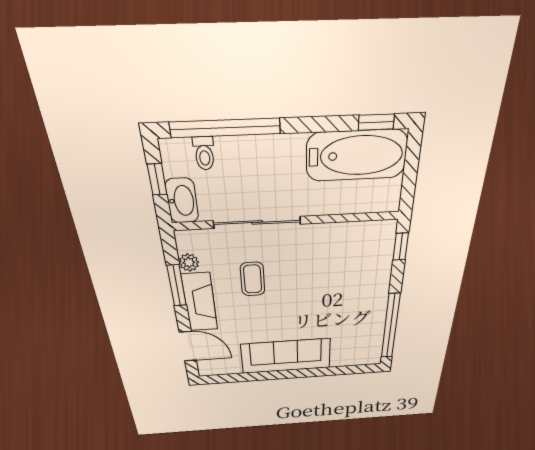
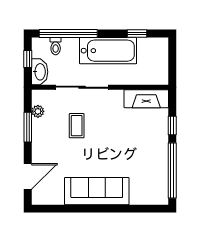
window: (376, 122) -> (137, 33), moved
bathtub: (357, 156) -> (108, 51), moved
window: (401, 247) -> (172, 125), moved
fireplace: (200, 302) -> (146, 99), moved, turned 90
door: (188, 346) -> (28, 176), hinge flipped

